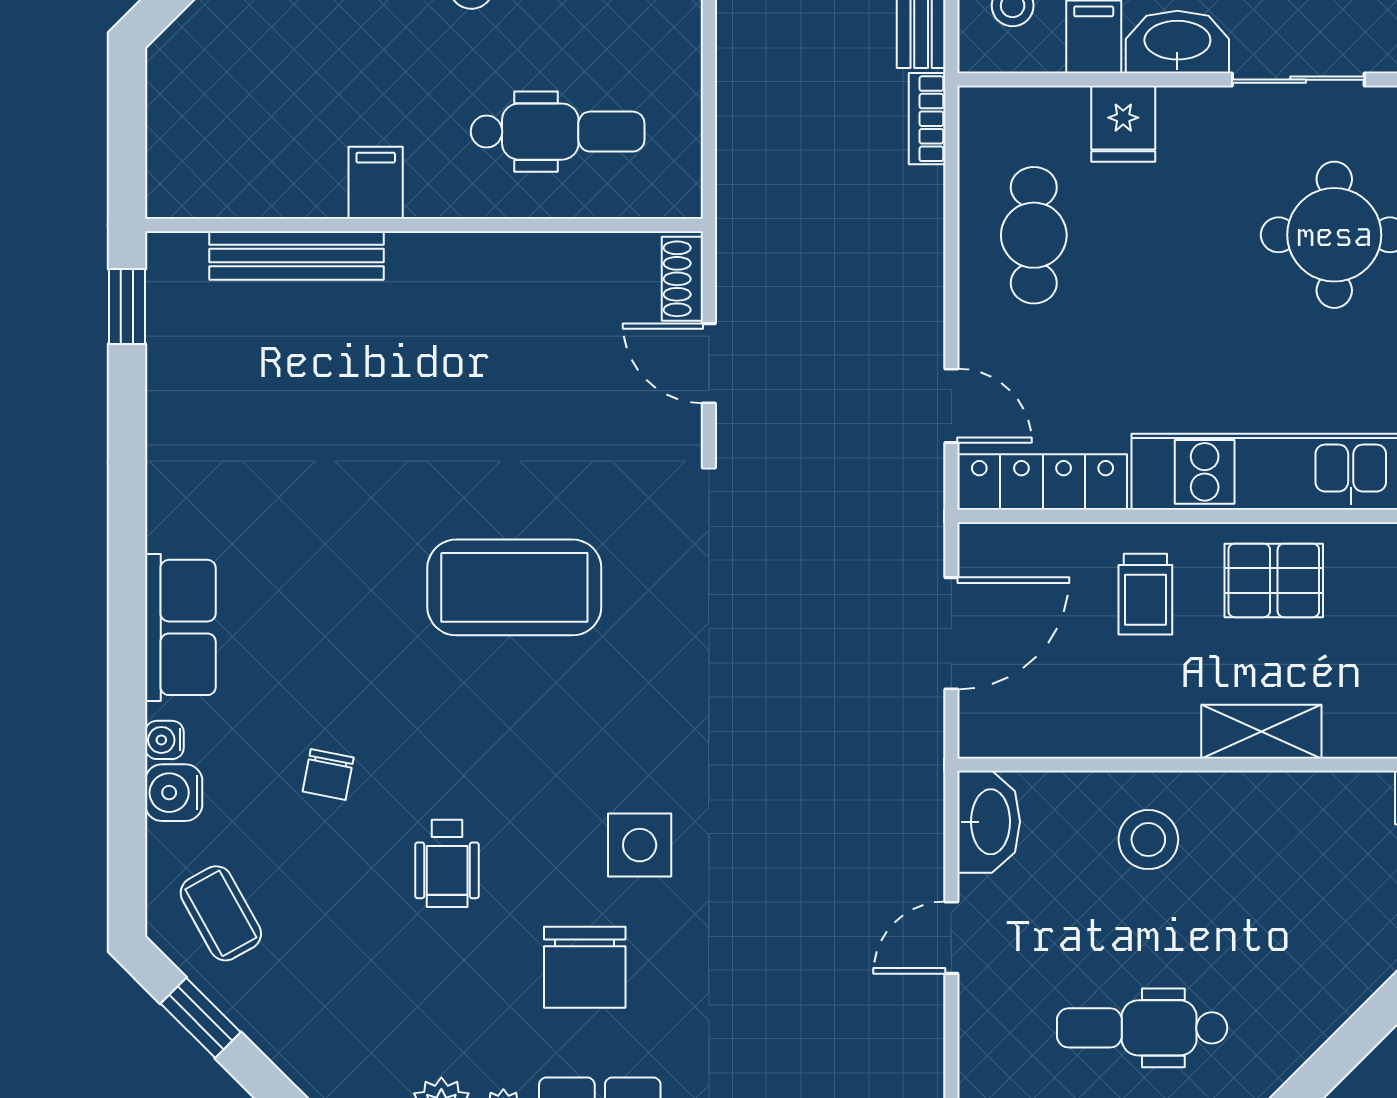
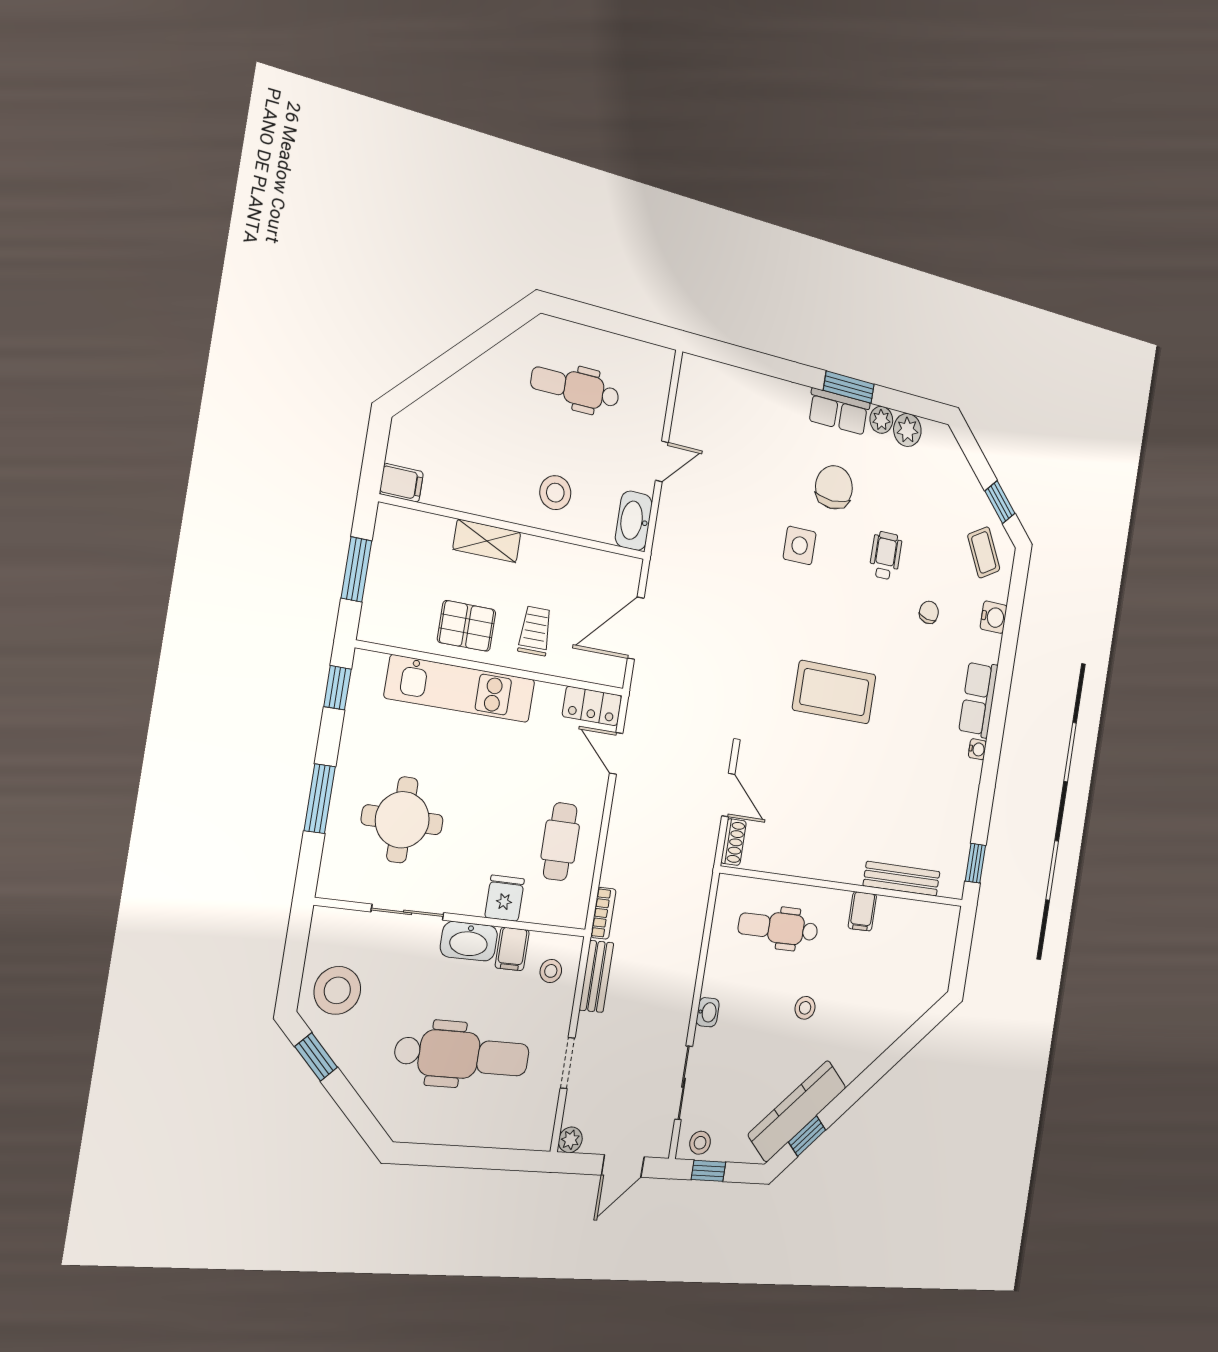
locker: (1043, 482) -> (592, 706), width x0.66
water cooler: (164, 740) -> (977, 749), moved
dental chair: (1142, 1028) -> (575, 388), turned 180

